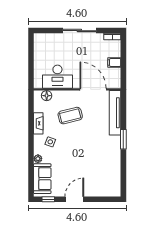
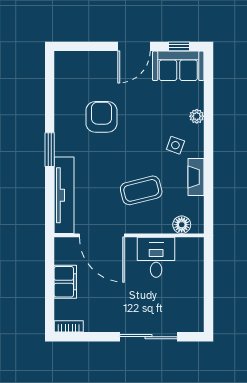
sliding door: (79, 31) -> (149, 337), moved
filing cabinet: (114, 62) -> (65, 282), width x2.00
desk: (57, 77) -> (156, 257), width x0.73
armchair: (93, 158) -> (101, 117), added
sofa: (42, 179) -> (178, 66), moved, turned -90

